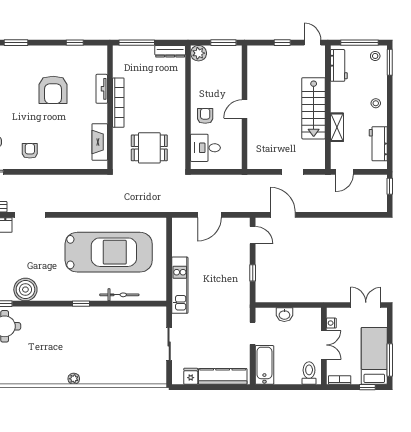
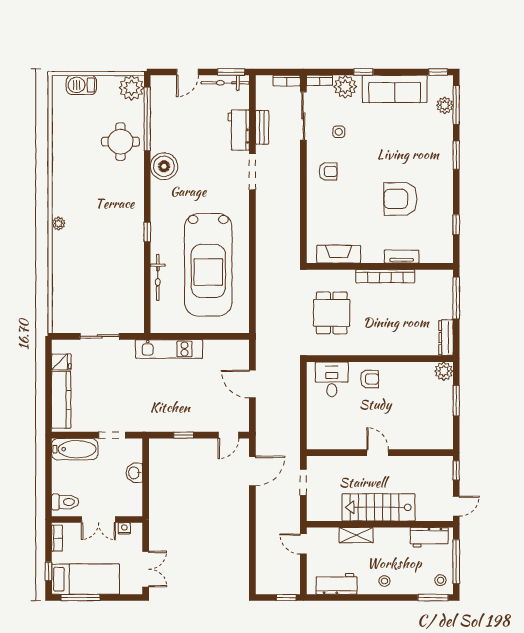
wall: (244, 107) -> (380, 453), moved
door: (244, 109) -> (378, 453), moved

